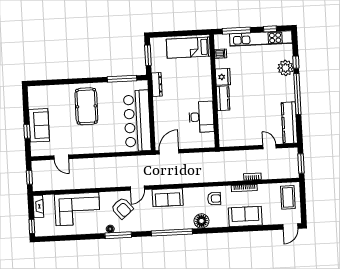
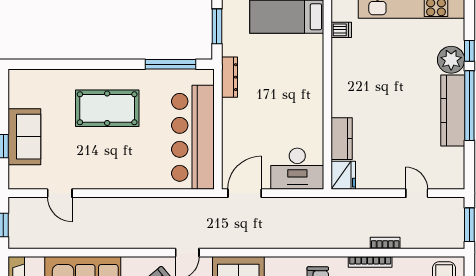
fridge: (223, 77) -> (343, 175), moved
kitchen counter: (223, 98) -> (342, 139), moved
pool table: (86, 106) -> (107, 108), turned 90
desk: (201, 117) -> (297, 169), moved, turned 90
kitchen counter: (289, 123) -> (453, 110), moved

